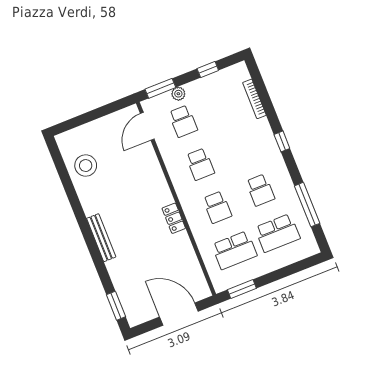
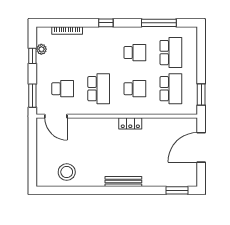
plant: (178, 94) -> (41, 49), moved
school desk: (200, 164) -> (99, 89), width x1.85

